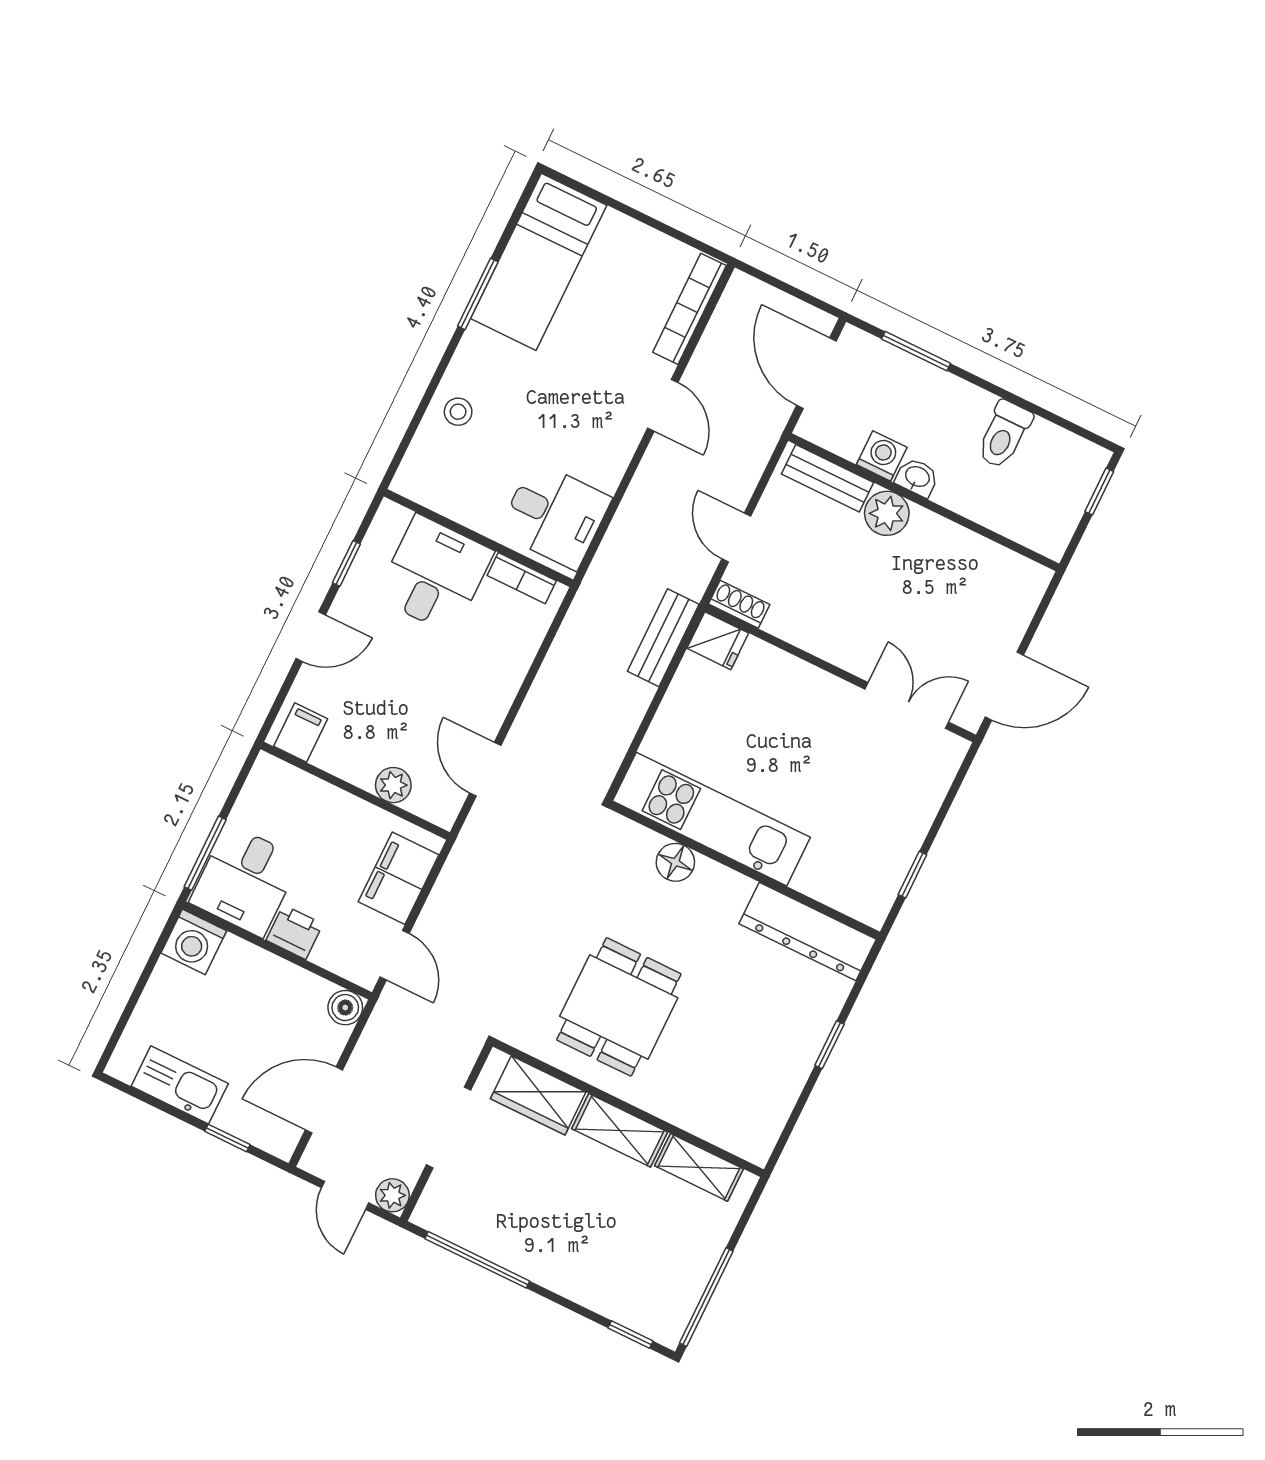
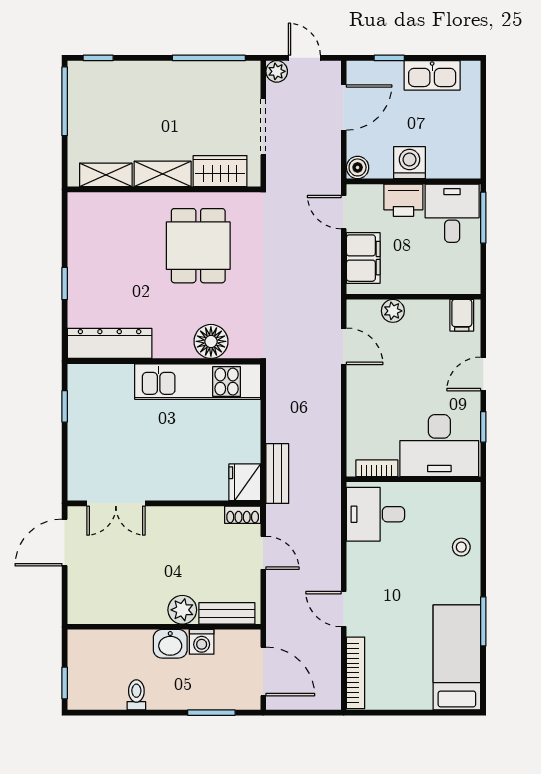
toilet: (1004, 434) -> (136, 695), width x0.73, depth x0.72
washbasin: (917, 477) -> (170, 644), width x1.38, depth x1.45
desk: (435, 574) -> (439, 446), width x1.37
fridge: (718, 641) -> (245, 482), width x1.38
floor lamp: (675, 862) -> (211, 341), width x1.38, depth x1.38
printer: (294, 932) -> (403, 200), width x1.36, depth x1.24
washing machine: (194, 942) -> (409, 163), moved

